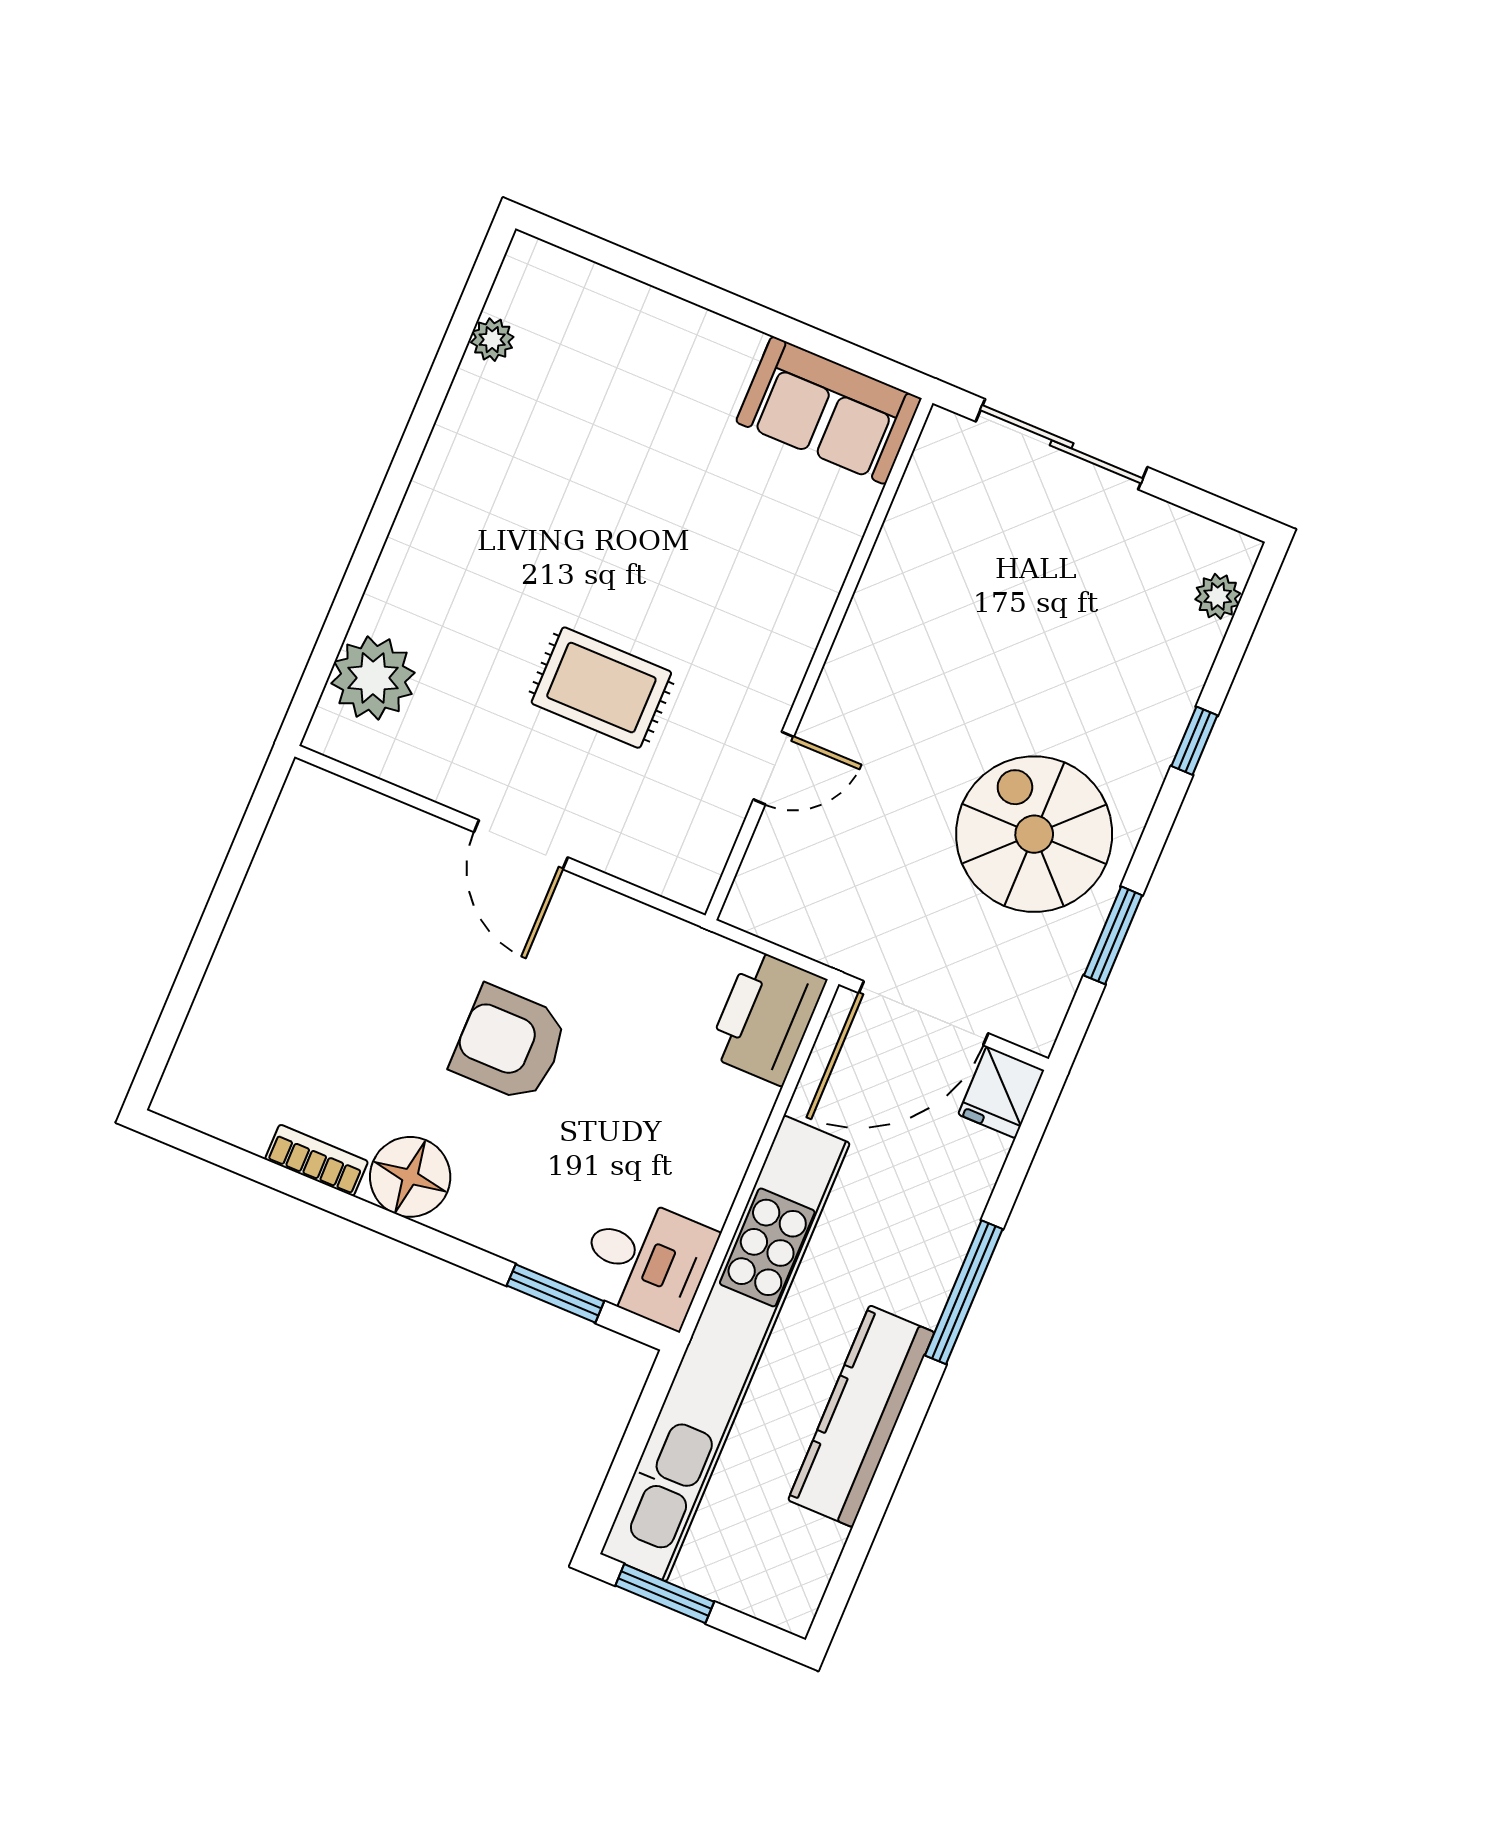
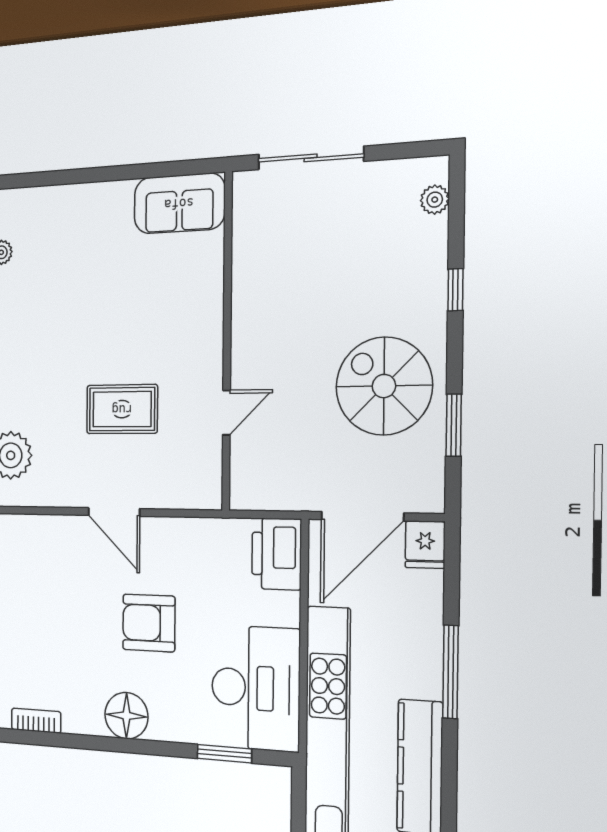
bookcase: (317, 1160) -> (36, 721), moved
desk: (647, 1260) -> (256, 688), width x1.87, depth x1.30

